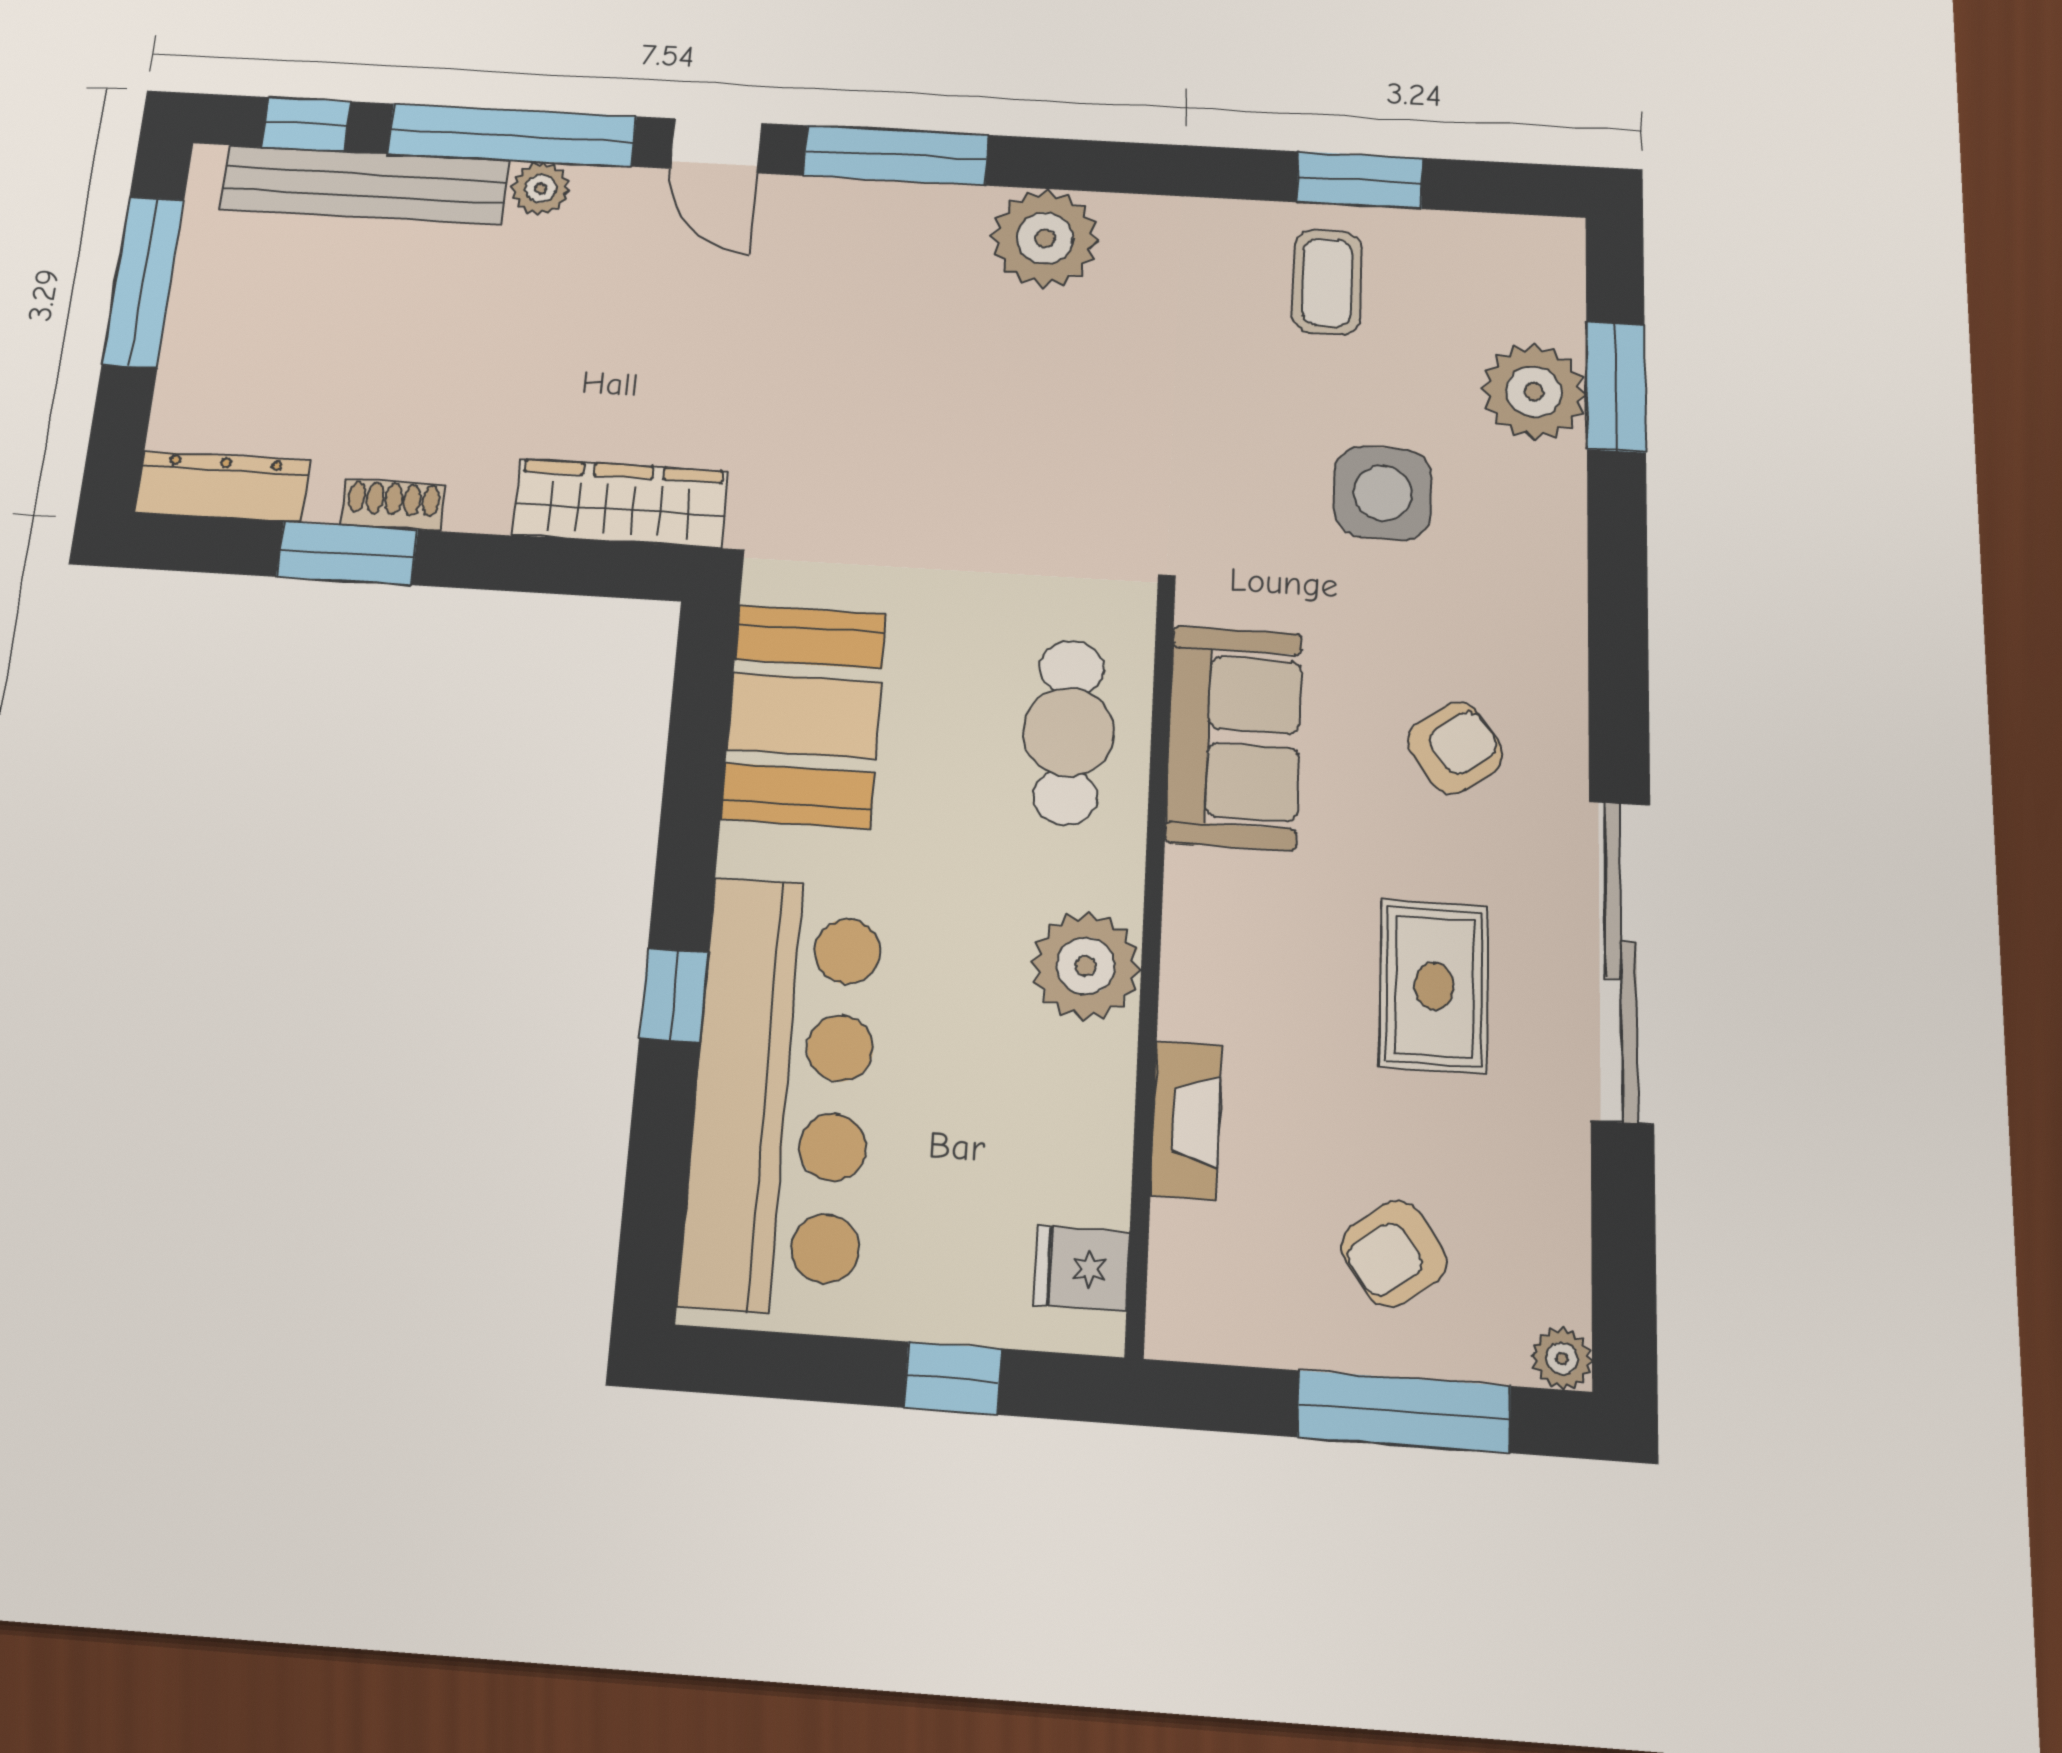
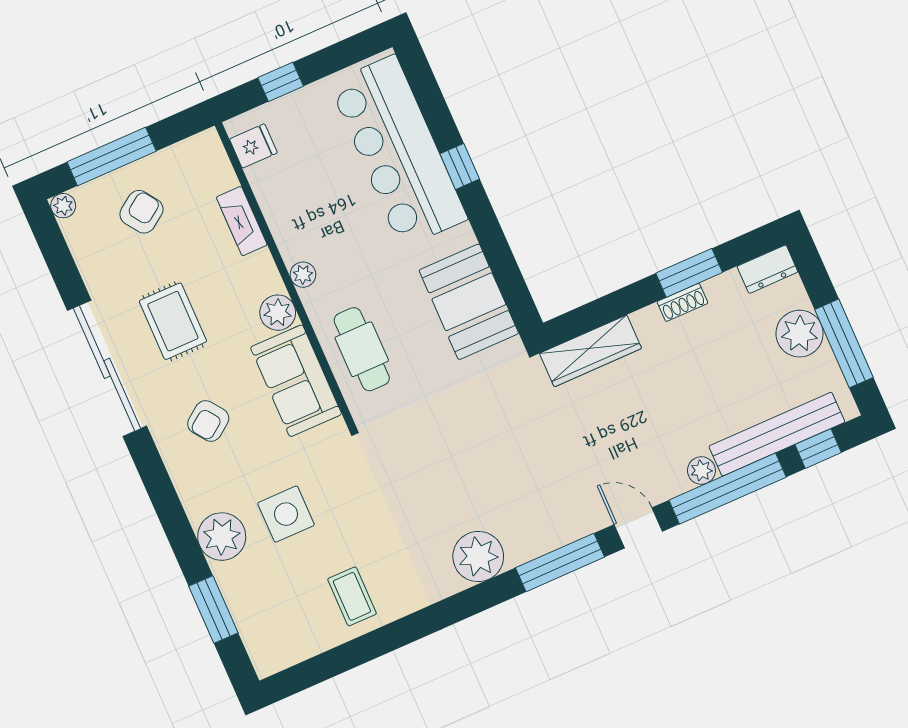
window: (1360, 180) -> (361, 650), removed
plant: (212, 339) -> (800, 334), added
plant: (1534, 392) -> (222, 537), moved
dresser: (222, 487) -> (767, 269), width x0.70
plant: (1204, 892) -> (278, 313), added
plant: (1086, 966) -> (303, 275), width x0.53, depth x0.53

